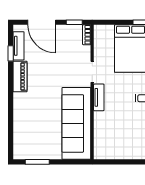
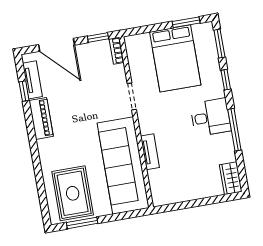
tv unit: (99, 97) -> (150, 152), moved
rug: (34, 138) -> (73, 193), added

